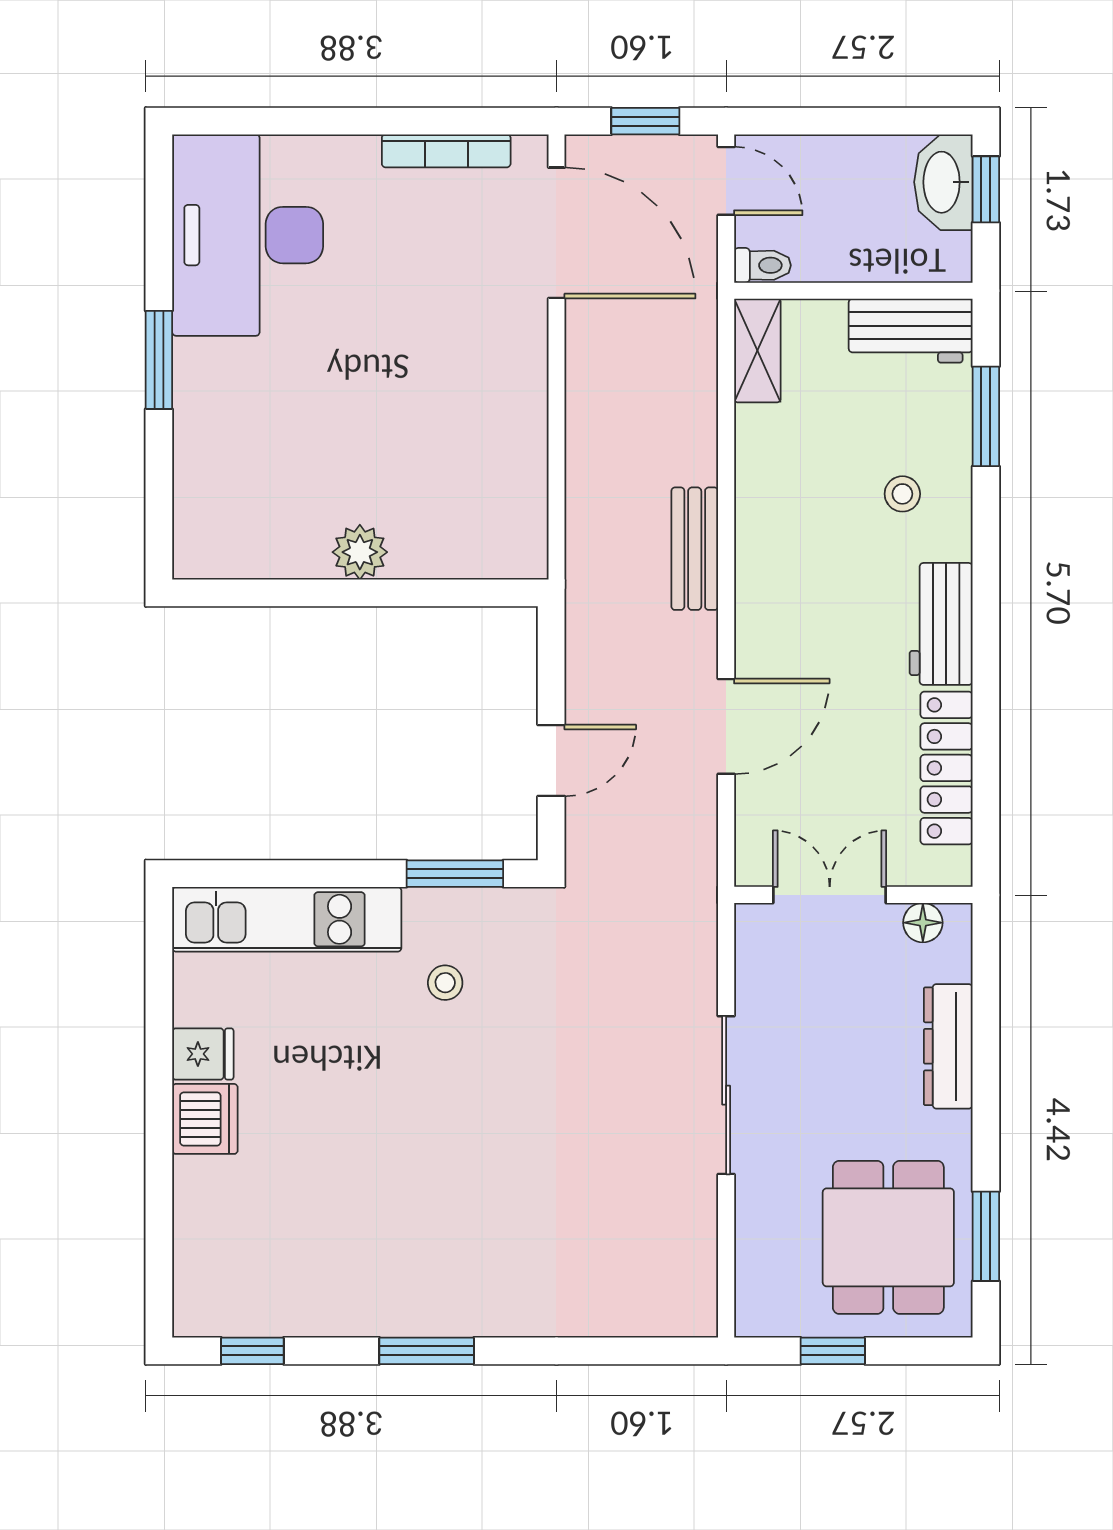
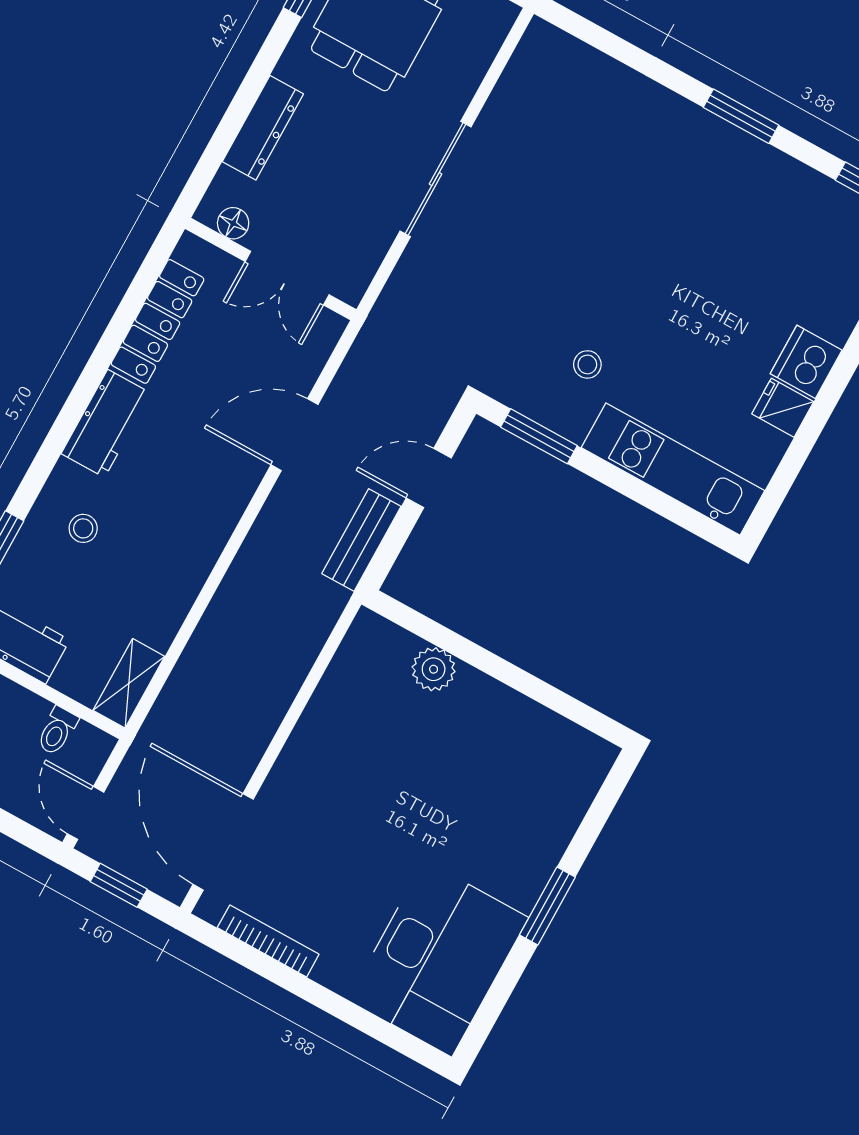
toilet: (762, 265) -> (57, 731), moved, turned -90
bench: (695, 549) -> (361, 540), moved
plant: (360, 552) -> (434, 669), moved

